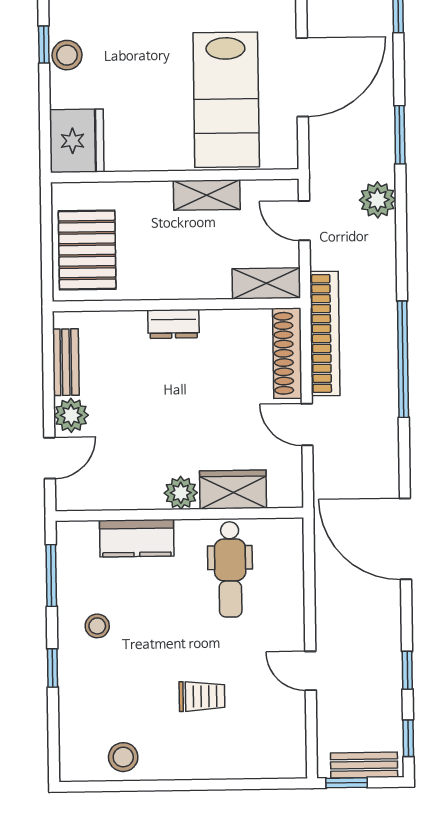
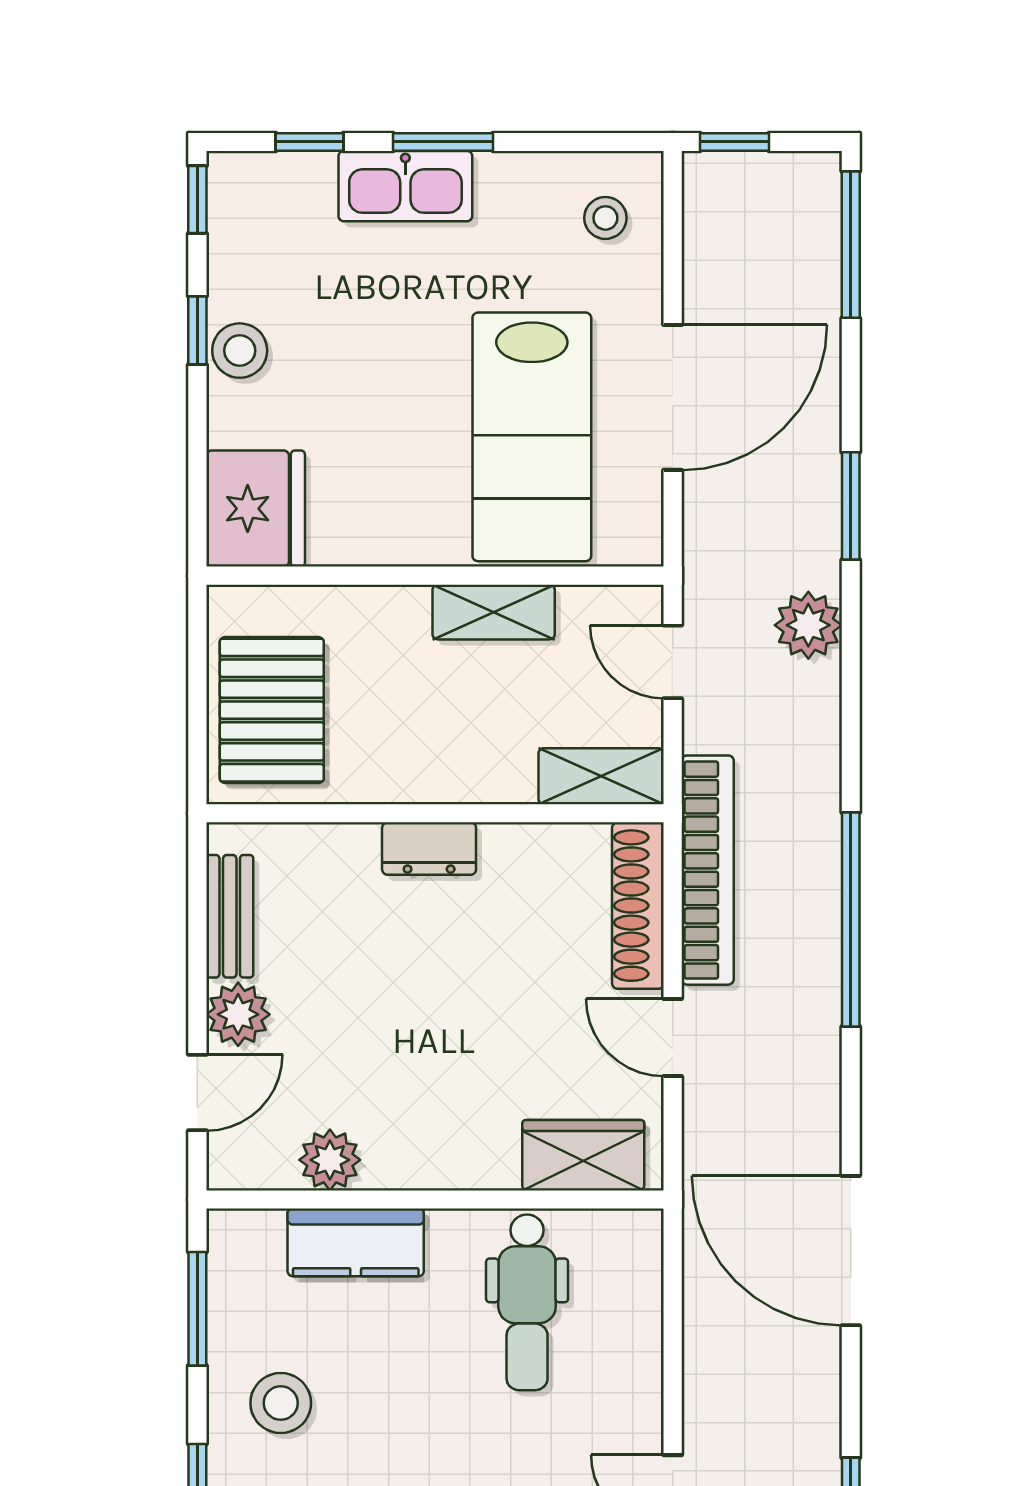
wardrobe: (233, 490) -> (583, 1155), moved
plant: (181, 493) -> (330, 1160), moved
stool: (97, 626) -> (281, 1403), width x1.37, depth x1.37

